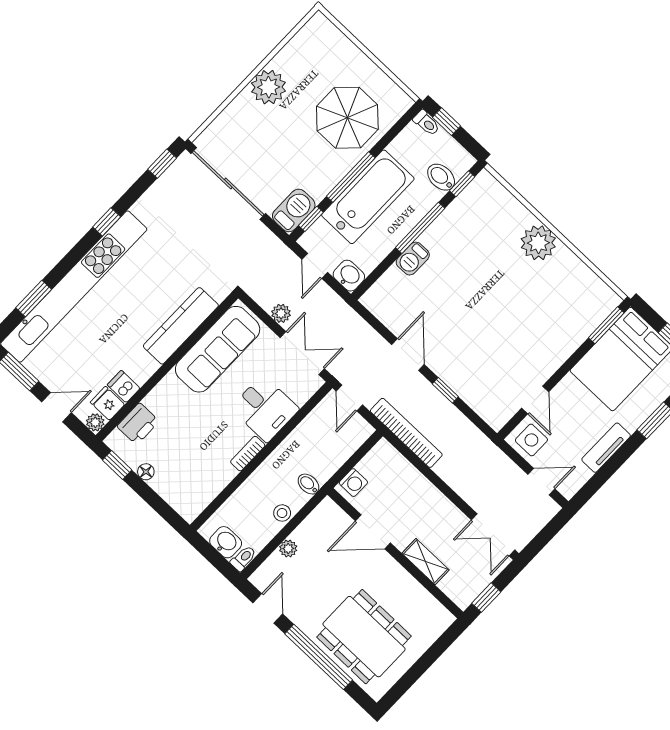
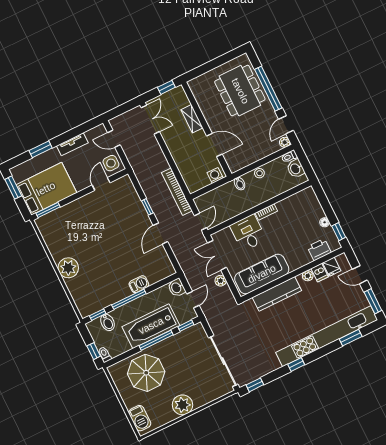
barbecue: (294, 210) -> (140, 418), moved, turned -90
plant: (95, 422) -> (308, 276), moved
plant: (288, 548) -> (285, 142), moved

